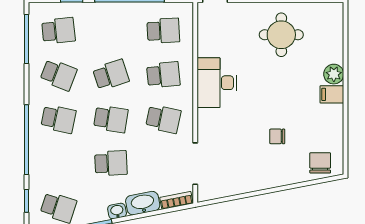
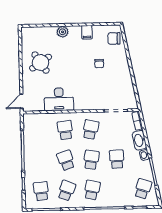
school desk: (163, 31) -> (40, 131), removed
round table: (281, 35) -> (41, 63), turned -34
desk: (217, 83) -> (59, 99), moved
filing cabinet: (332, 94) -> (87, 32), moved

